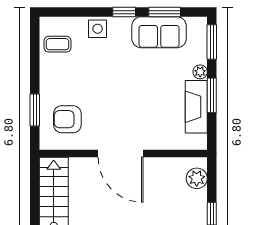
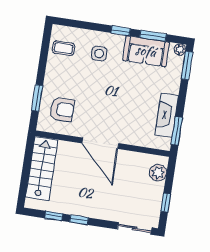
side table: (98, 29) -> (99, 54), moved
plant: (200, 72) -> (180, 49), moved
window: (212, 95) -> (177, 131), moved
armchair: (67, 119) -> (62, 109), turned 180

